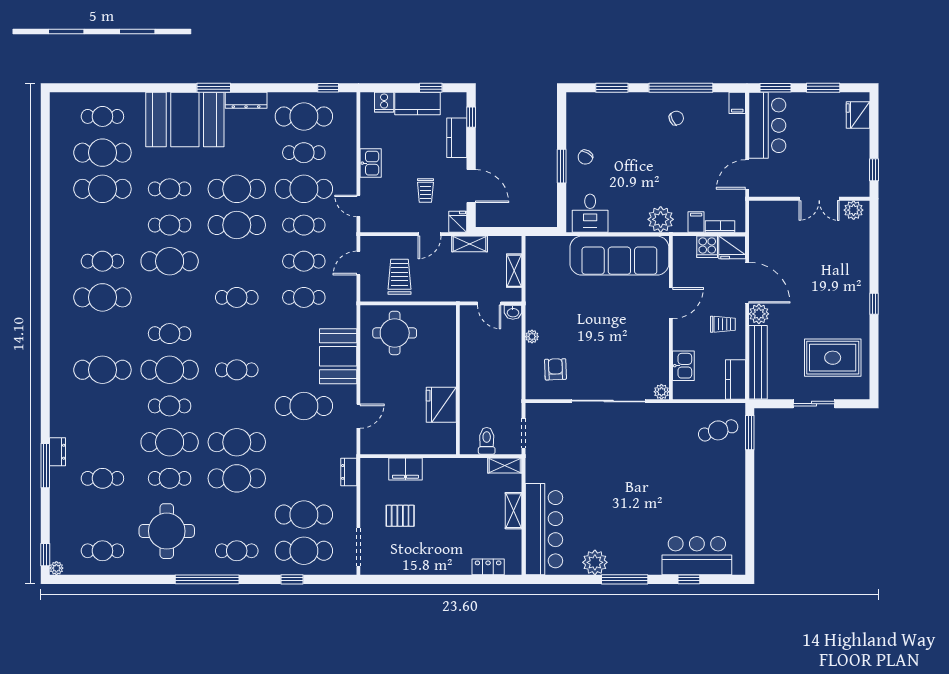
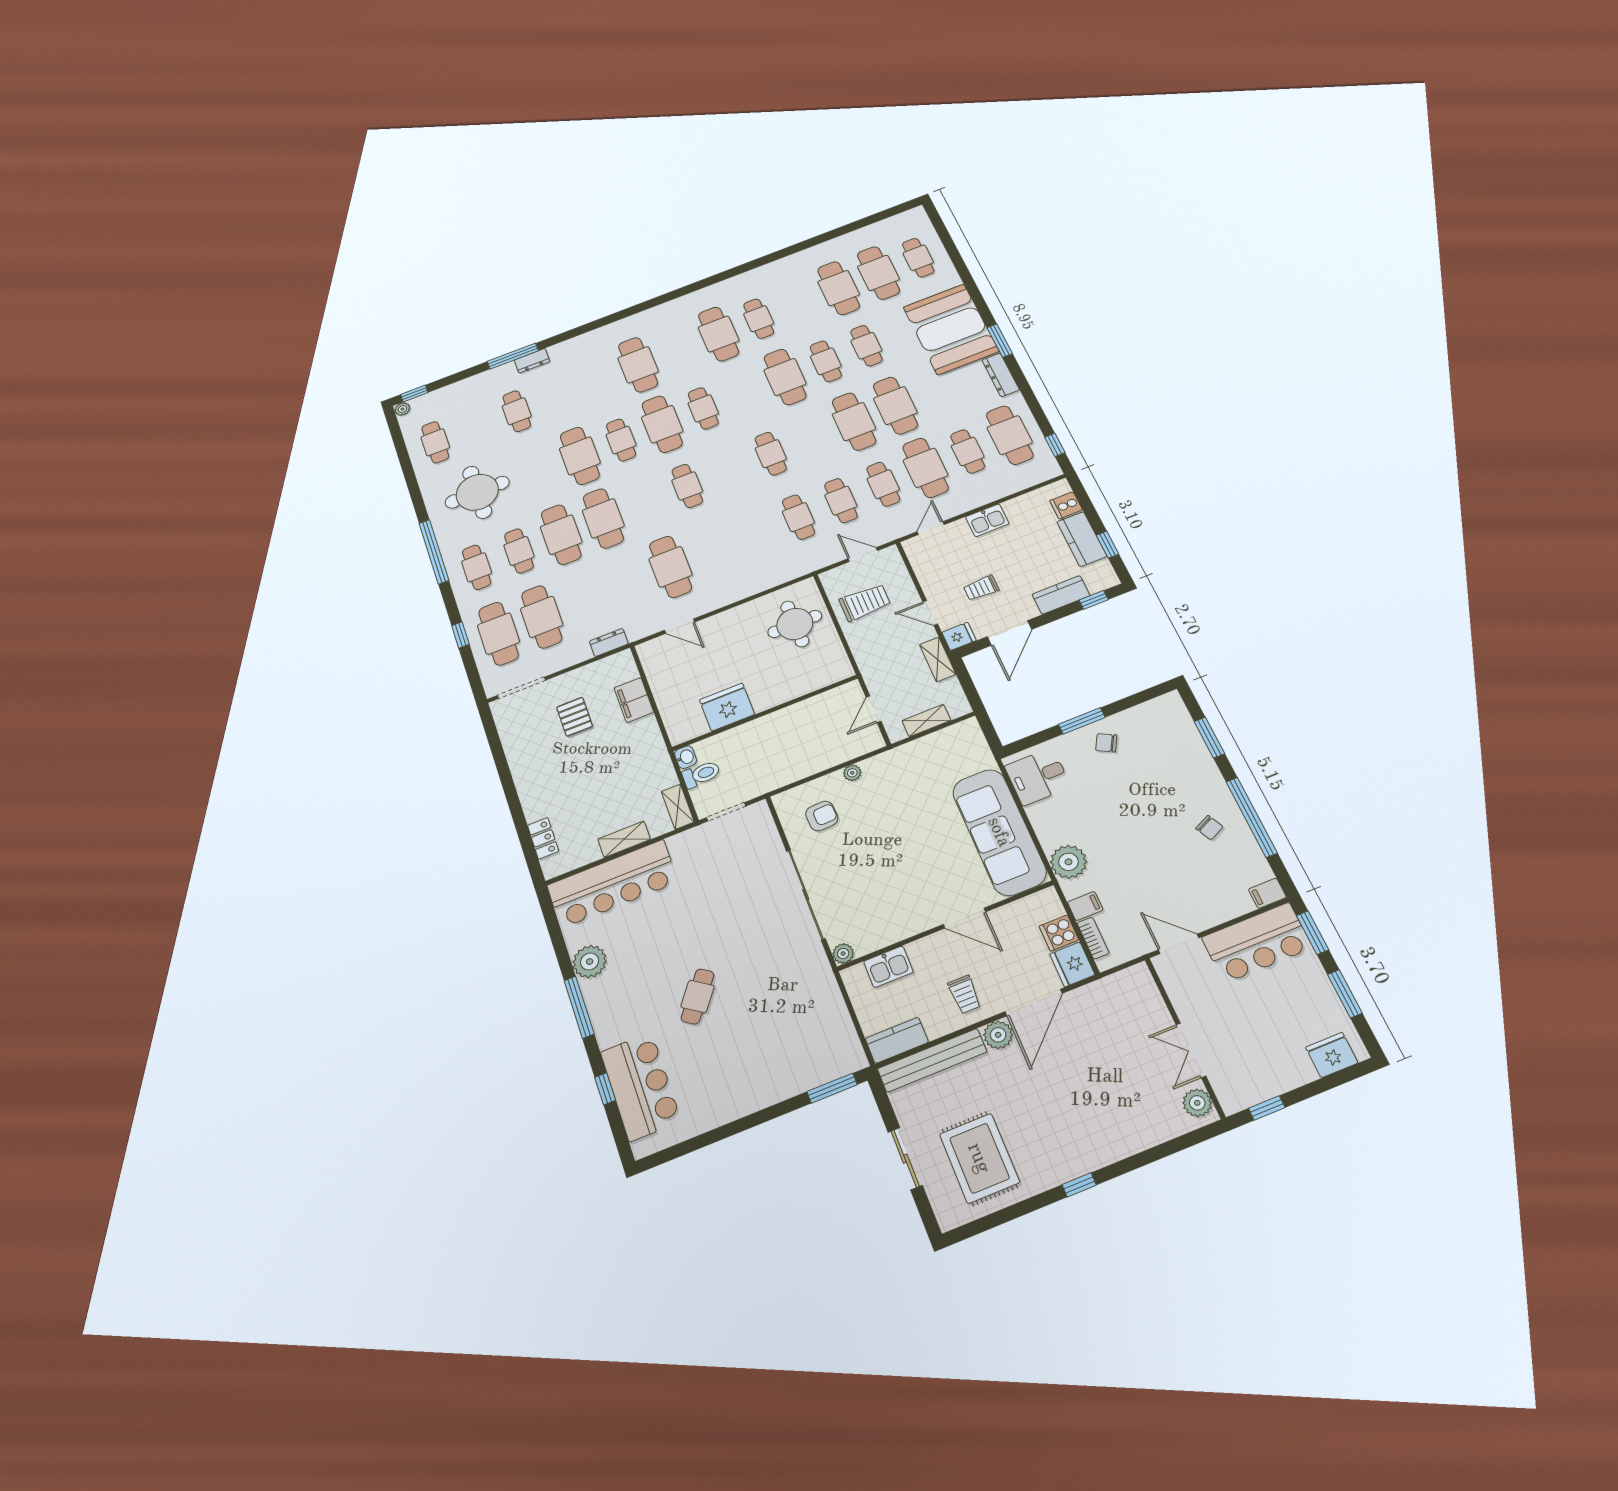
washbasin: (513, 312) -> (686, 757), moved, turned 180
booth: (338, 356) -> (743, 578), removed
cafe table: (718, 430) -> (698, 996), moved, turned 53
cafe table: (170, 478) -> (519, 551), moved

